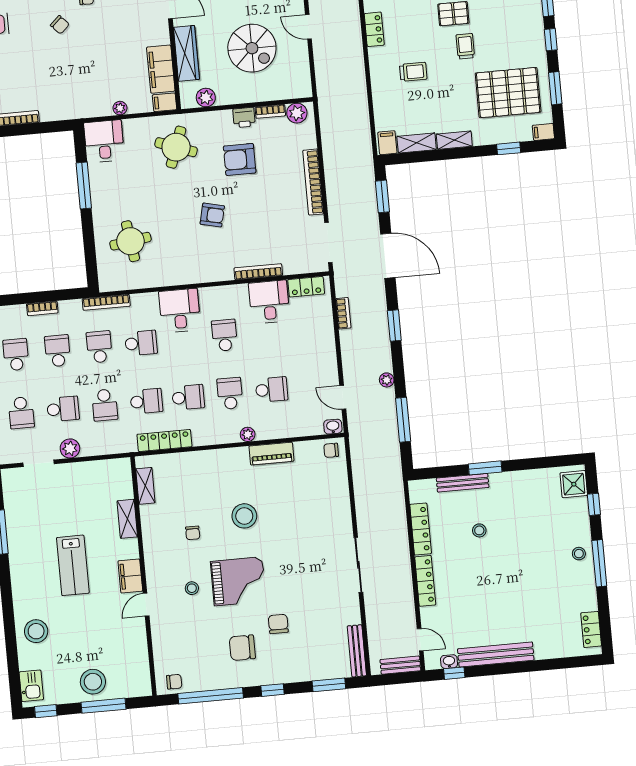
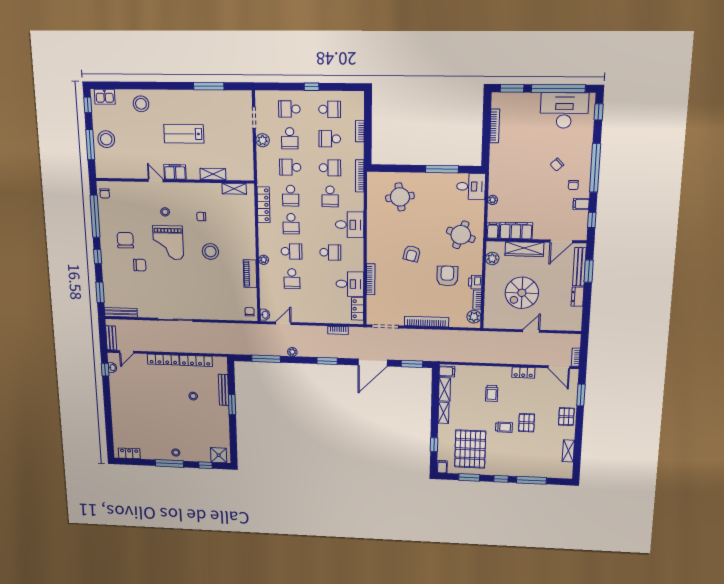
school desk: (58, 351) -> (330, 139), turned 180
bench: (496, 654) -> (116, 396), removed

